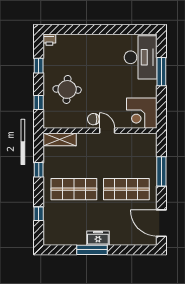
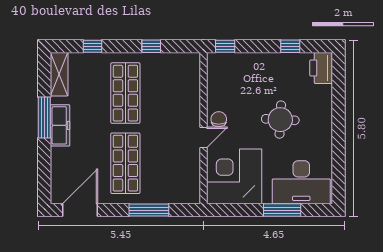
printer: (49, 40) -> (321, 68), width x1.87, depth x1.48
round table: (67, 89) -> (280, 120), moved
window: (39, 102) -> (225, 46), moved
corner desk: (142, 113) -> (234, 176), width x1.36, depth x1.36
shelving: (60, 139) -> (59, 74), moved
freezer: (98, 238) -> (60, 125), width x1.40

